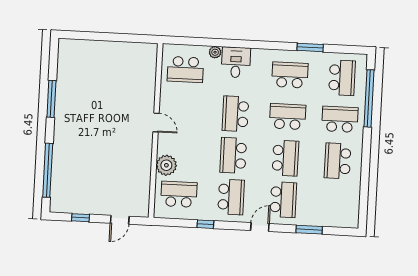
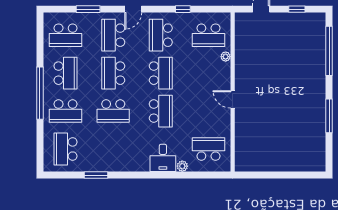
school desk: (290, 75) -> (66, 35), moved
window: (369, 98) -> (40, 93), moved
plant: (166, 165) -> (226, 57), width x0.53, depth x0.53

